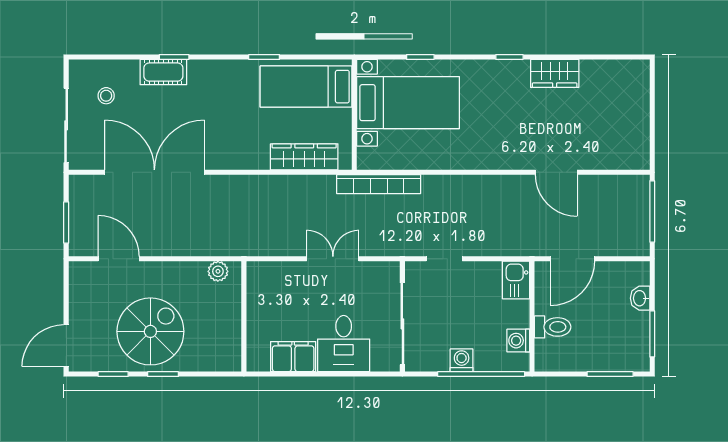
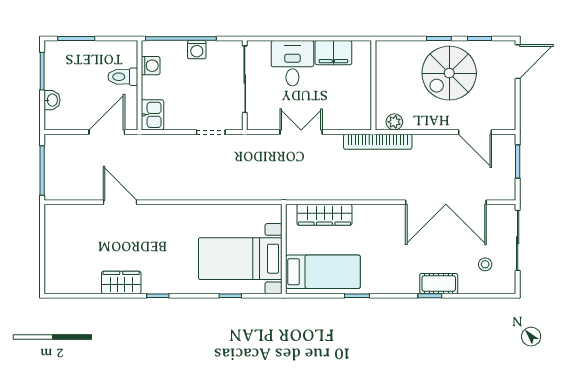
bookcase: (379, 184) -> (378, 142), moved, turned 180
double door: (333, 259) -> (301, 132), swing flipped

